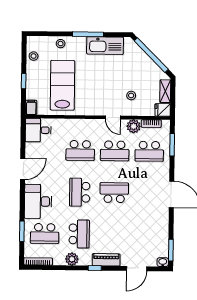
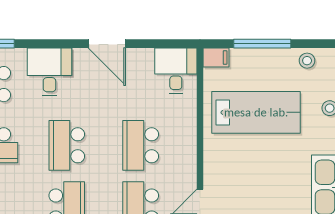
window: (24, 81) -> (262, 44), width x2.17
school desk: (80, 192) -> (67, 145), turned -90
desk: (38, 201) -> (49, 72), width x0.73

